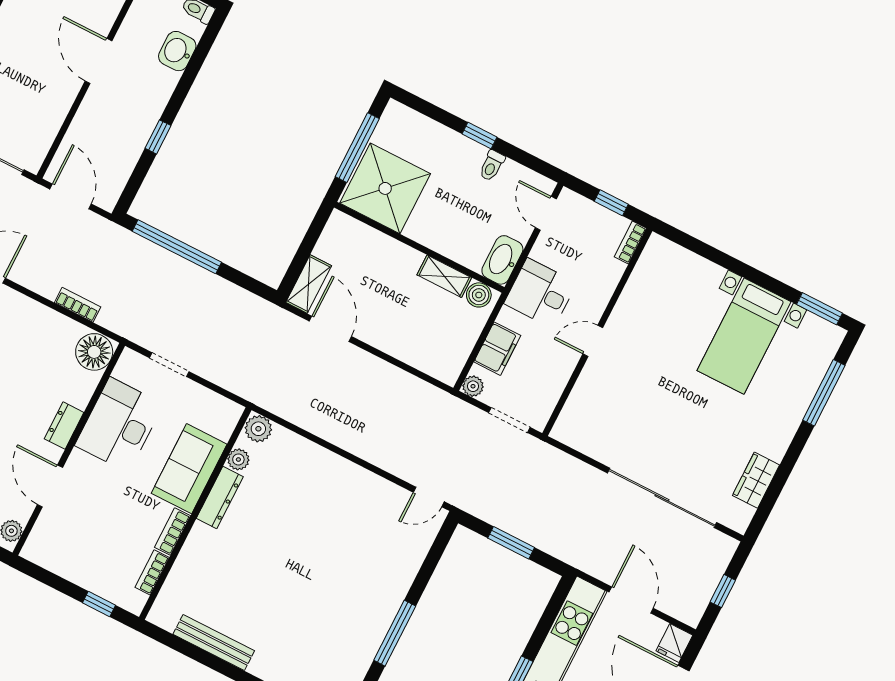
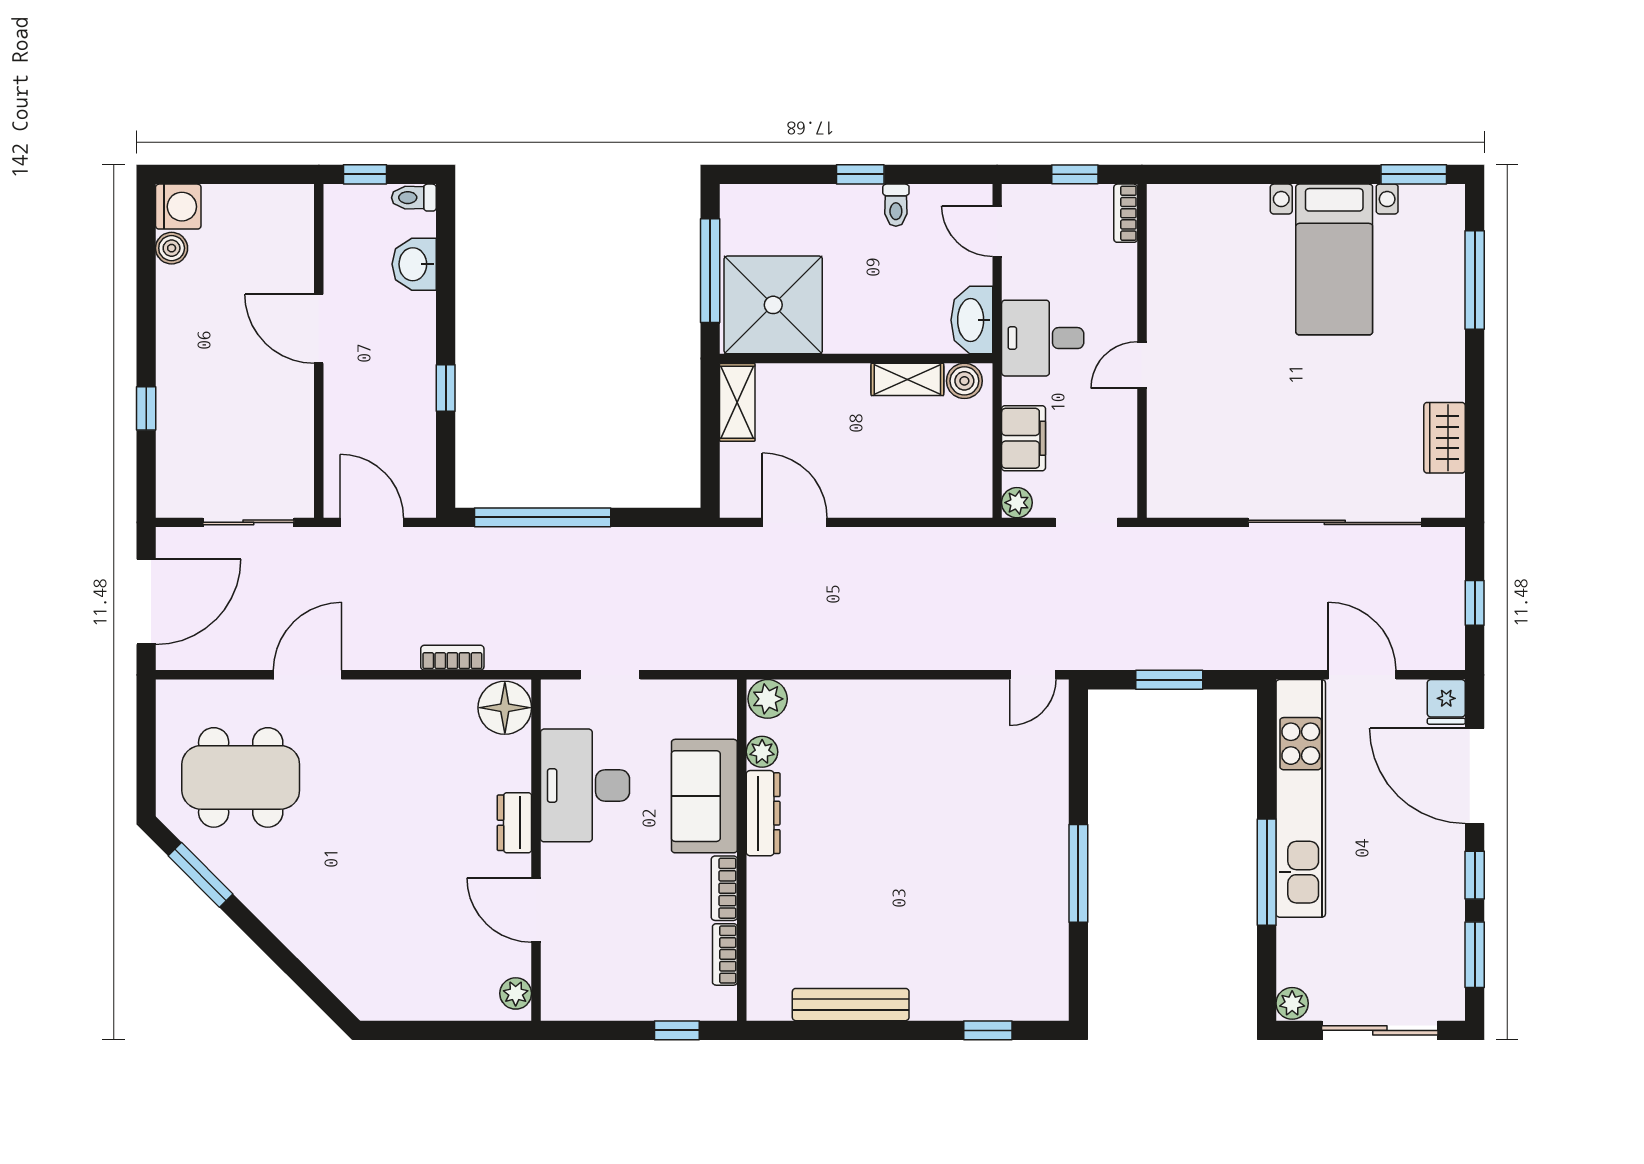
shelving: (309, 284) -> (737, 402), moved

